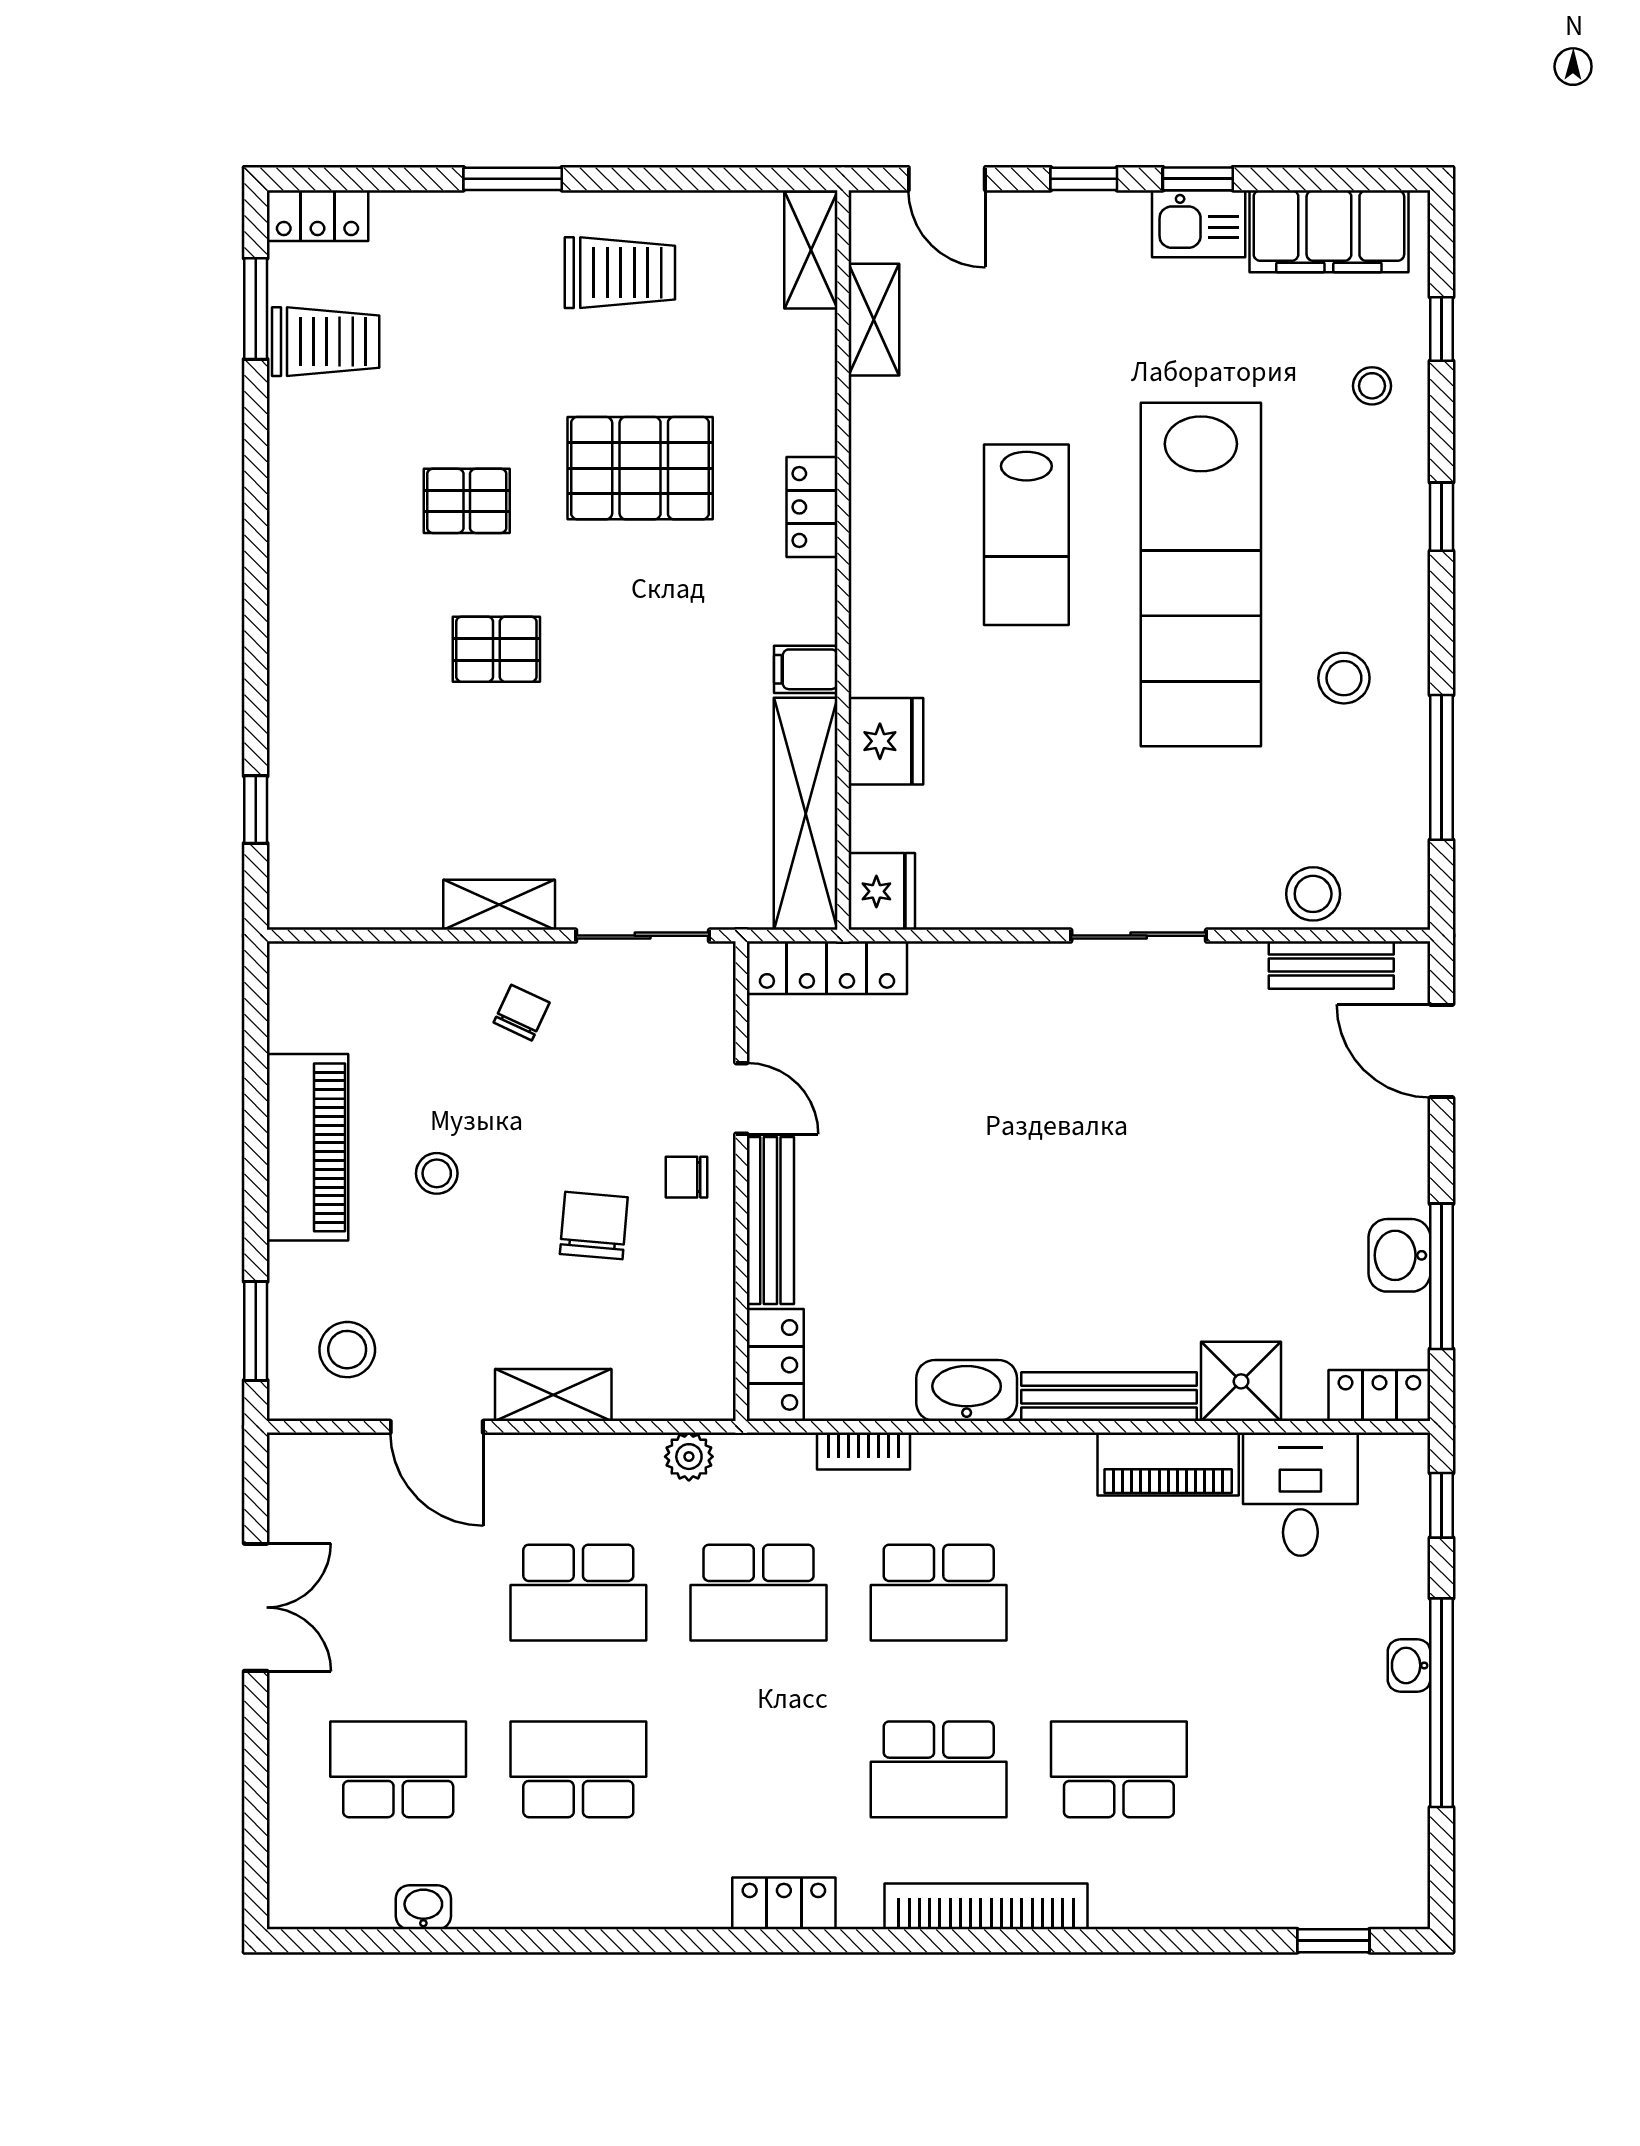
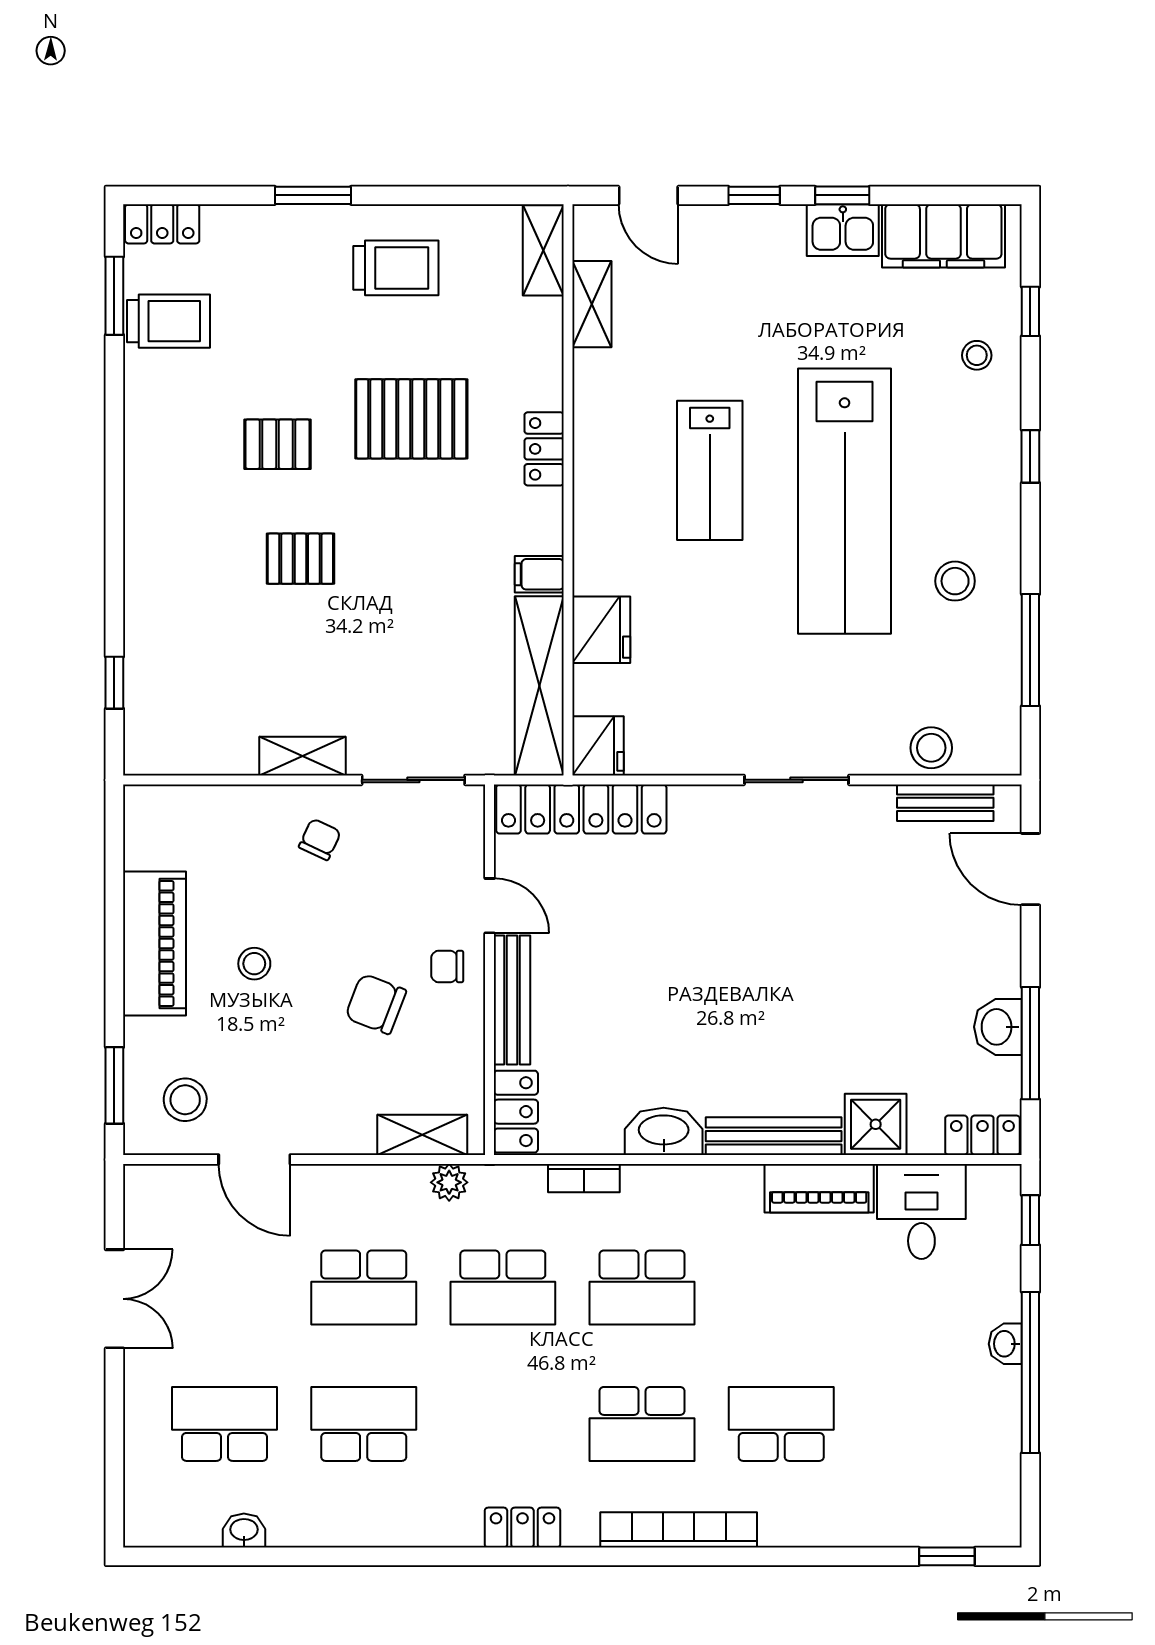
locker: (827, 968) -> (581, 809), width x1.41, depth x1.21
chair: (594, 1226) -> (376, 1004), turned -74
shelving: (553, 1395) -> (422, 1135), moved

